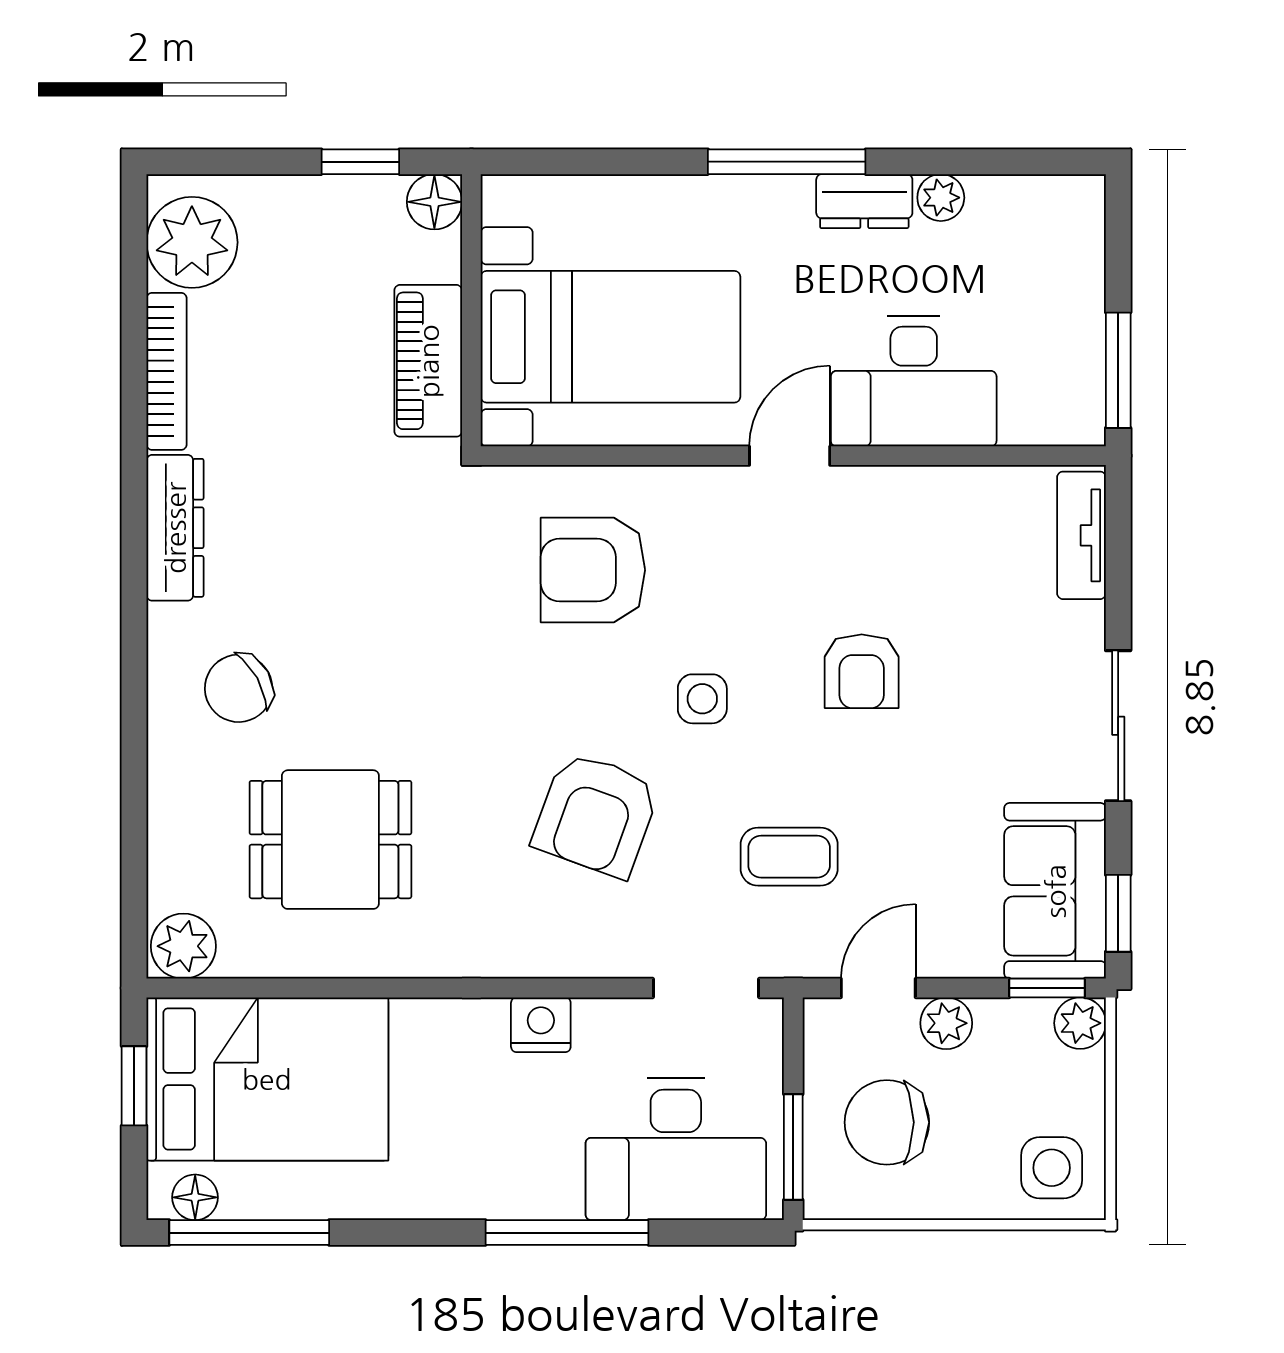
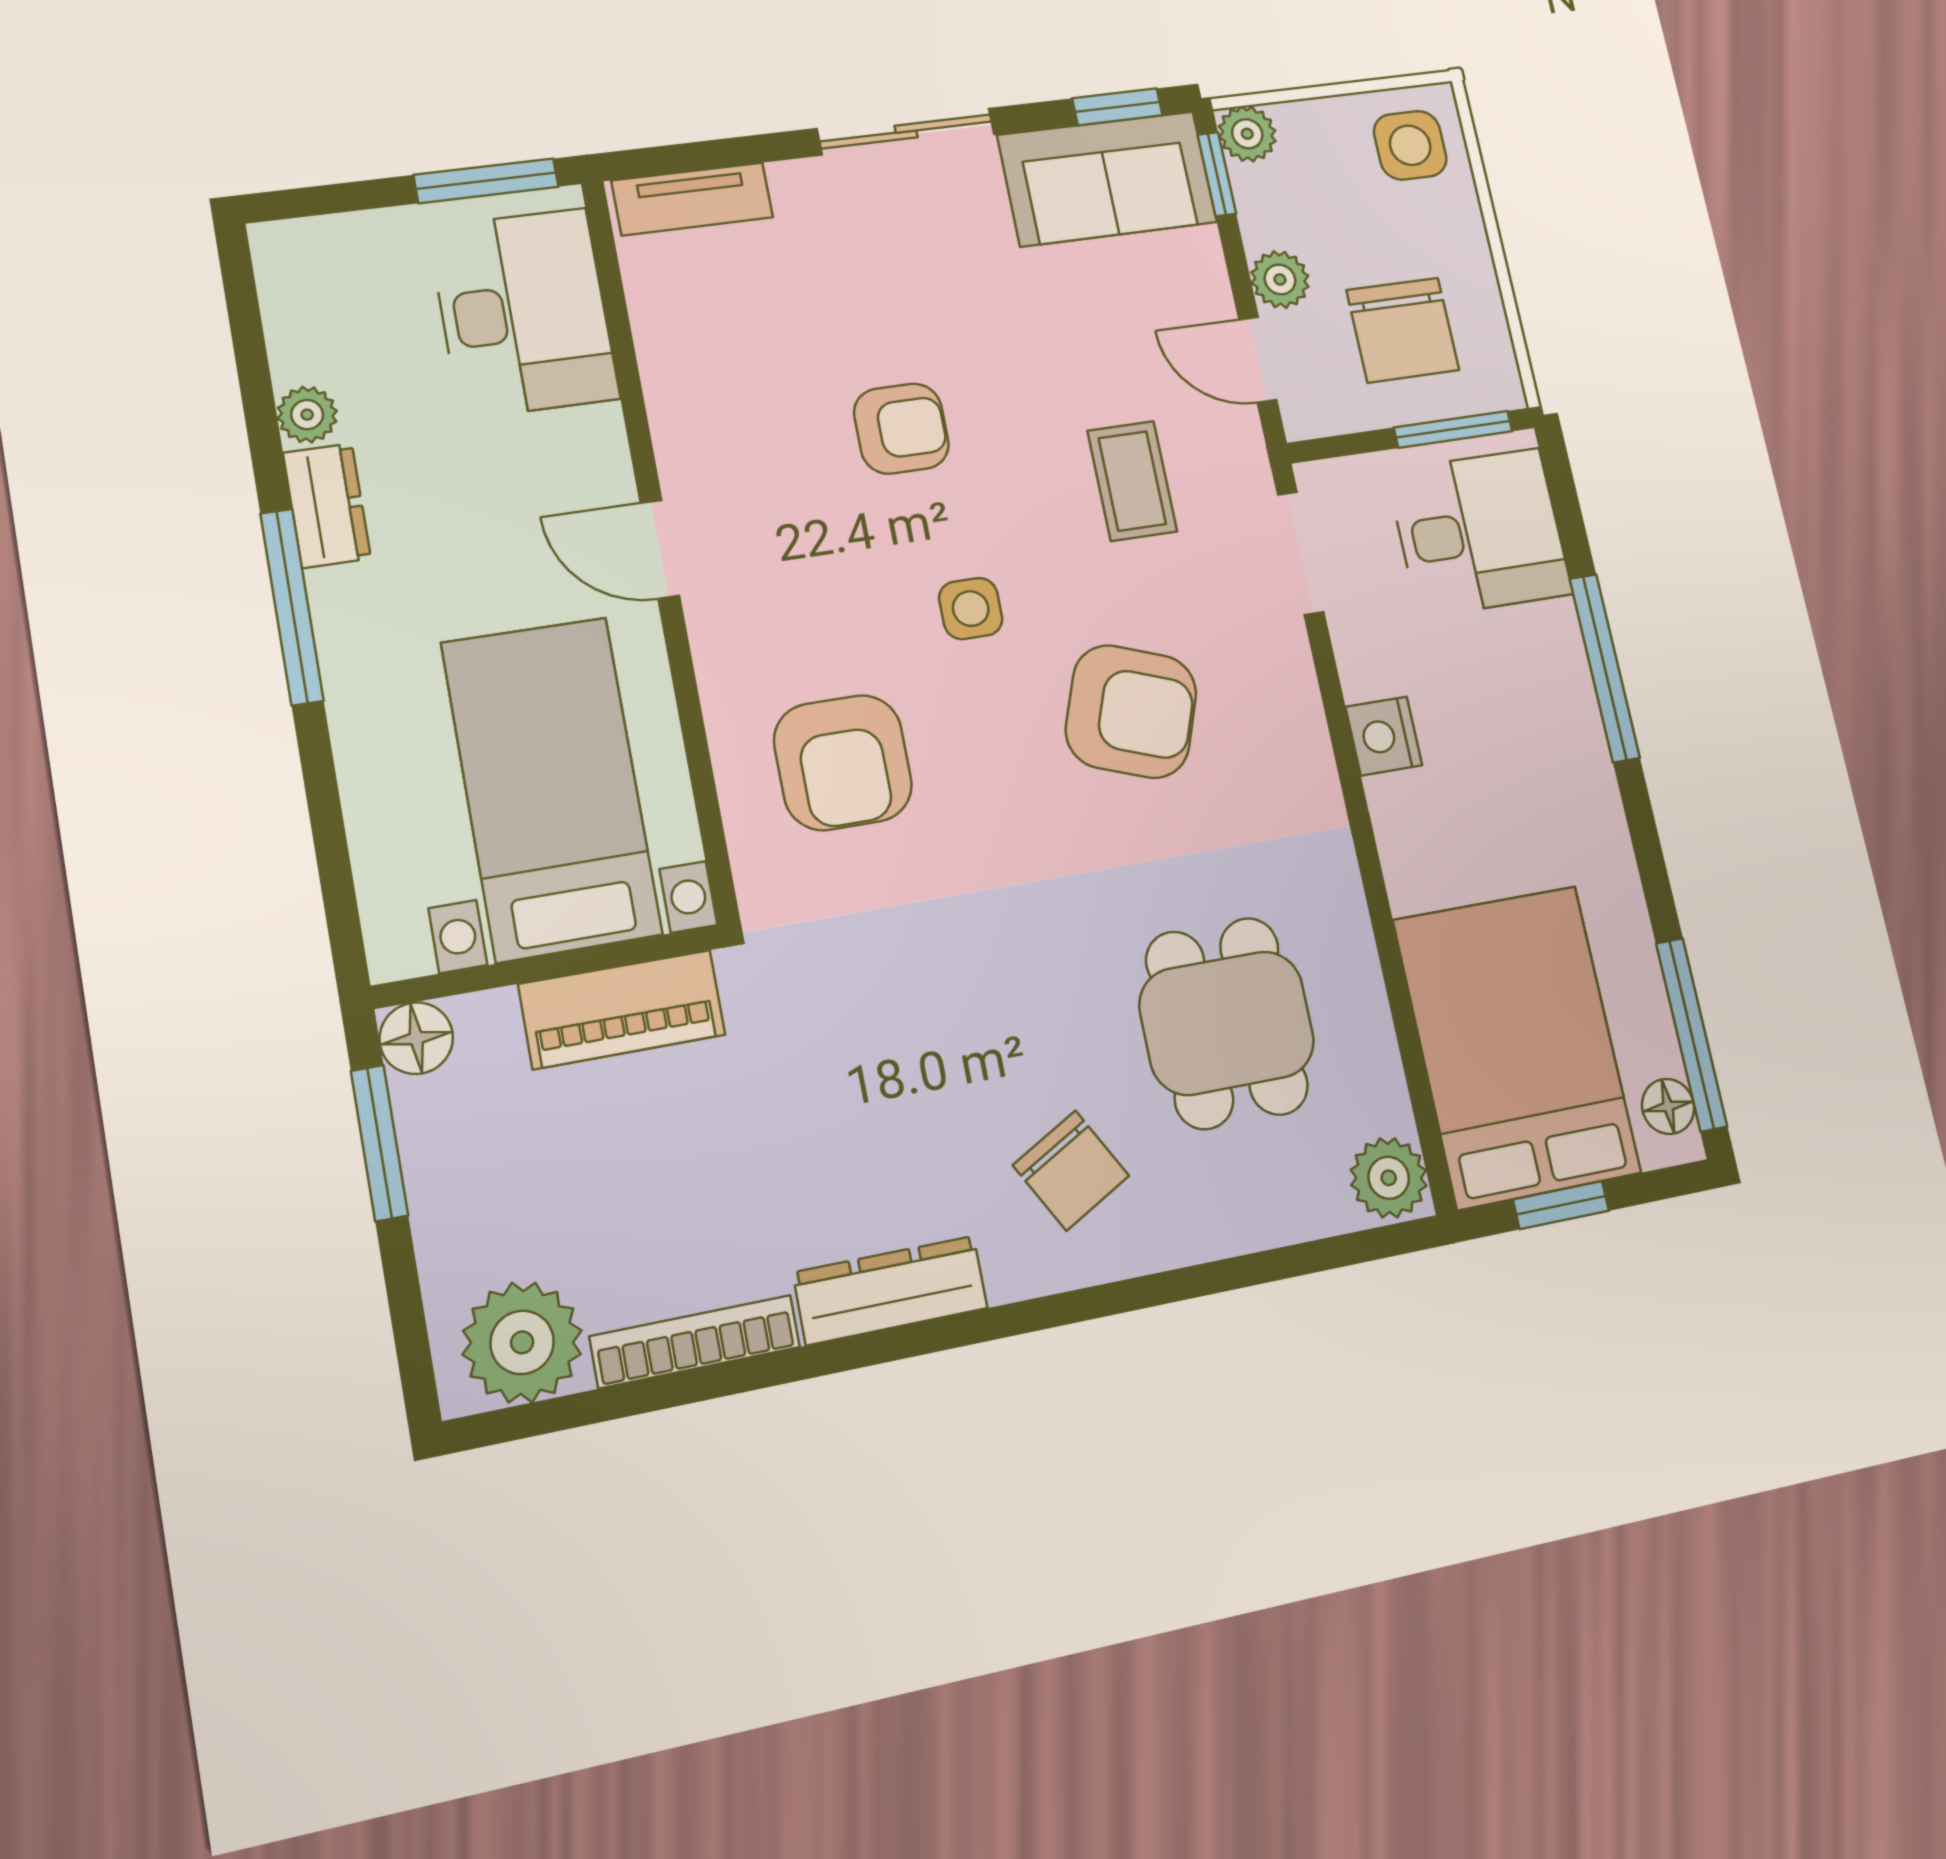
window: (360, 162) -> (379, 1143), width x1.50
desk: (914, 381) -> (524, 313), moved
desk: (676, 1149) -> (1479, 532), width x0.73

